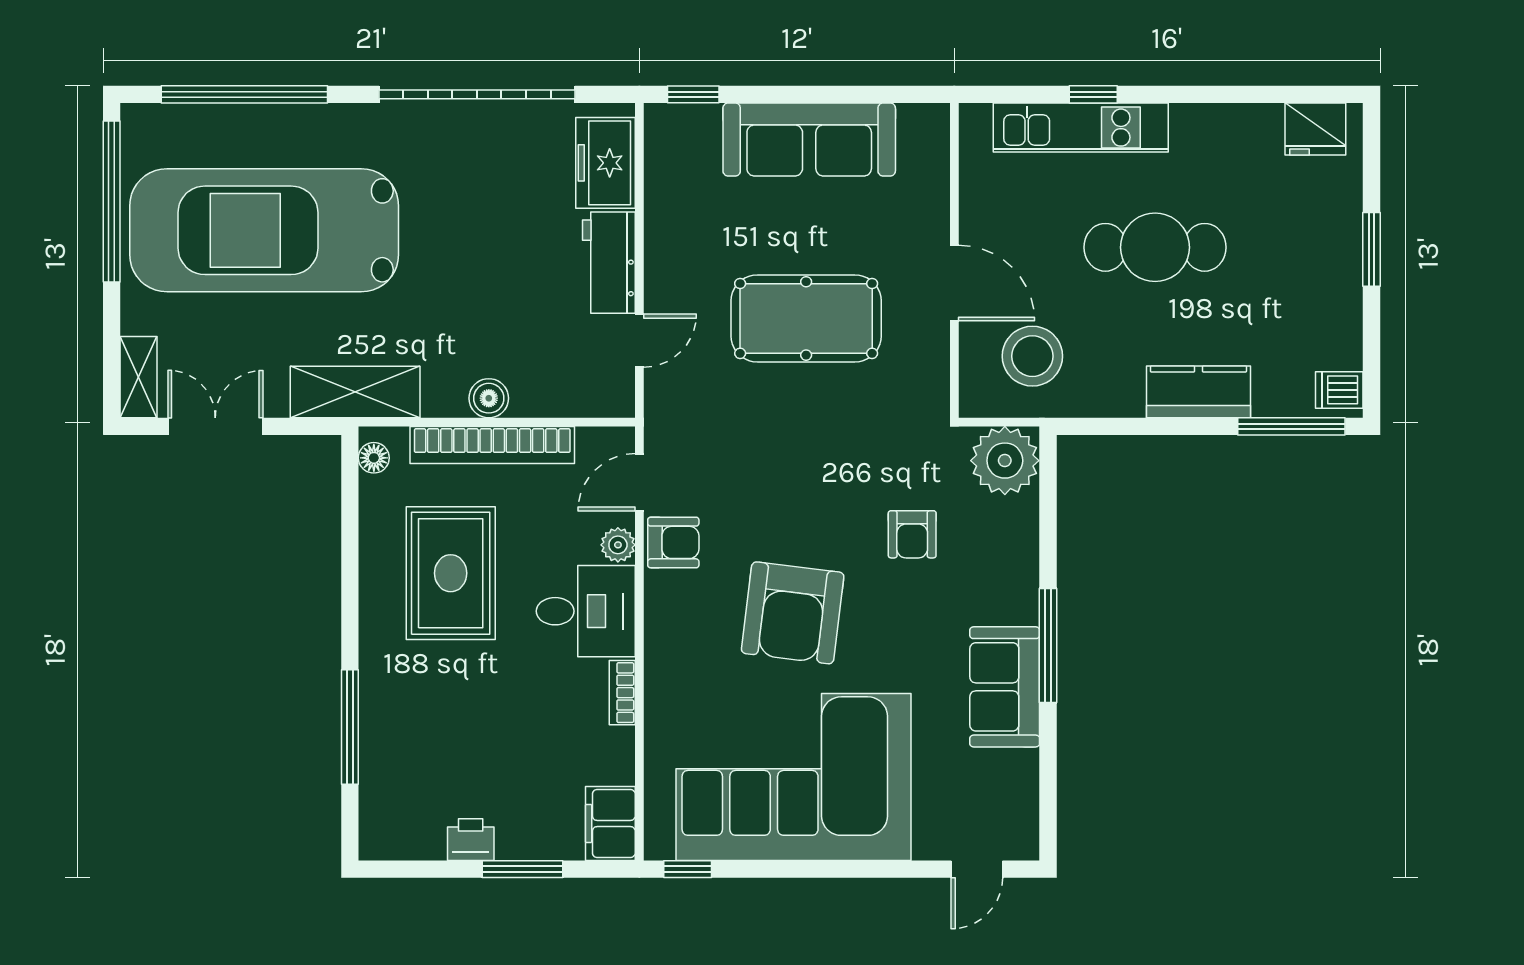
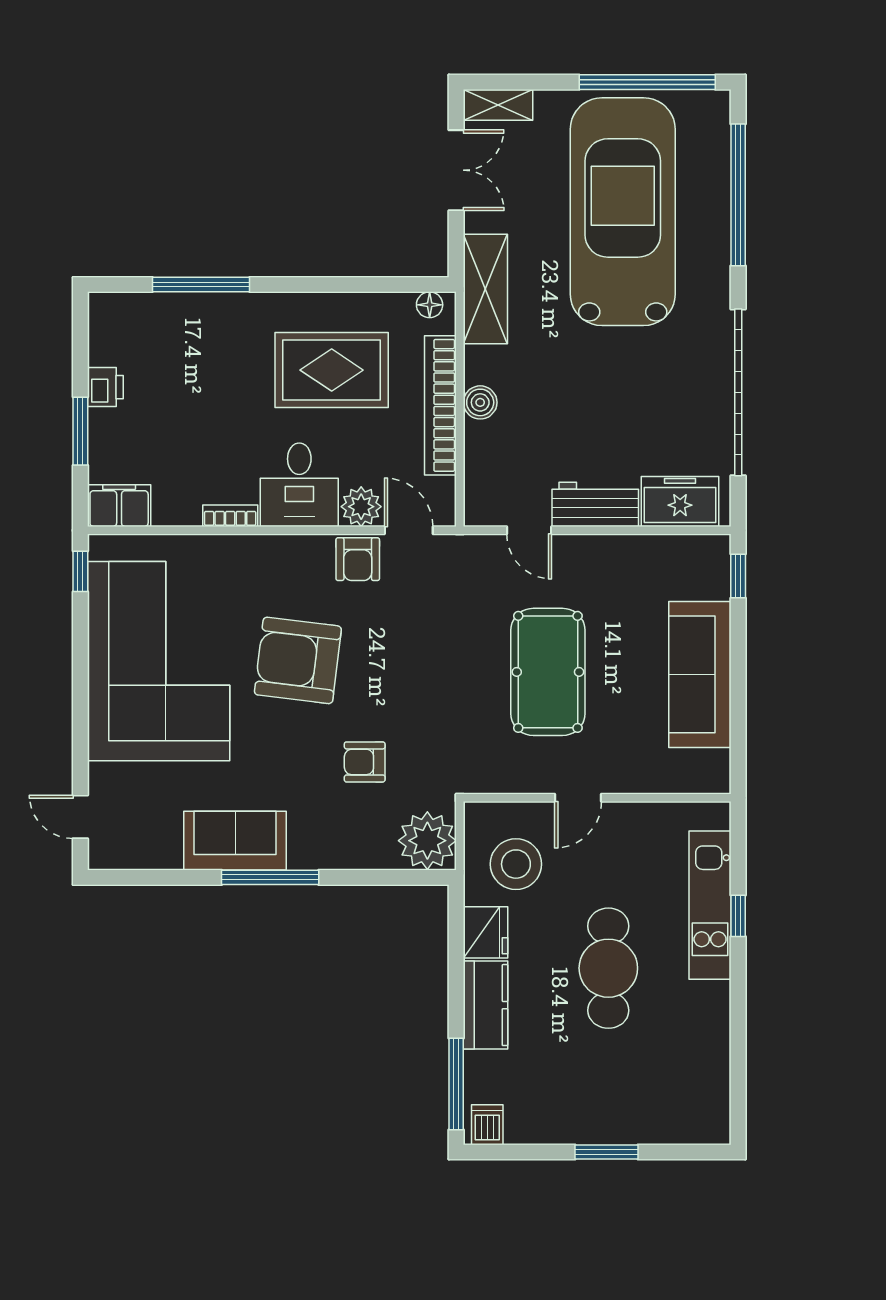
fridge: (1315, 129) -> (486, 932), moved, turned 180
door: (954, 283) -> (578, 798), width x0.73
plant: (618, 545) -> (361, 507), width x1.38, depth x1.38

